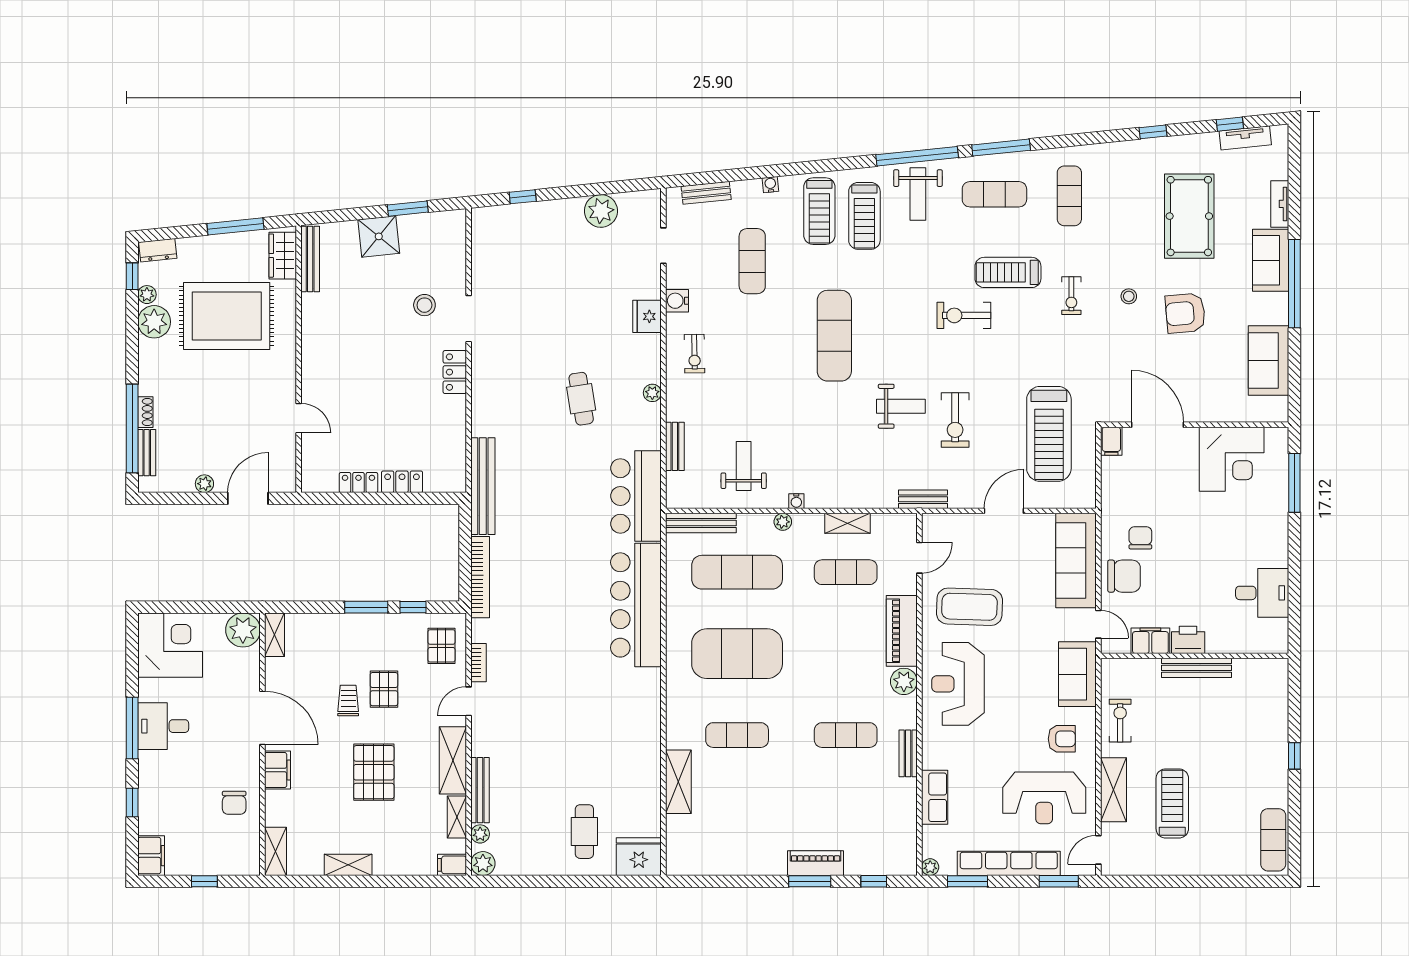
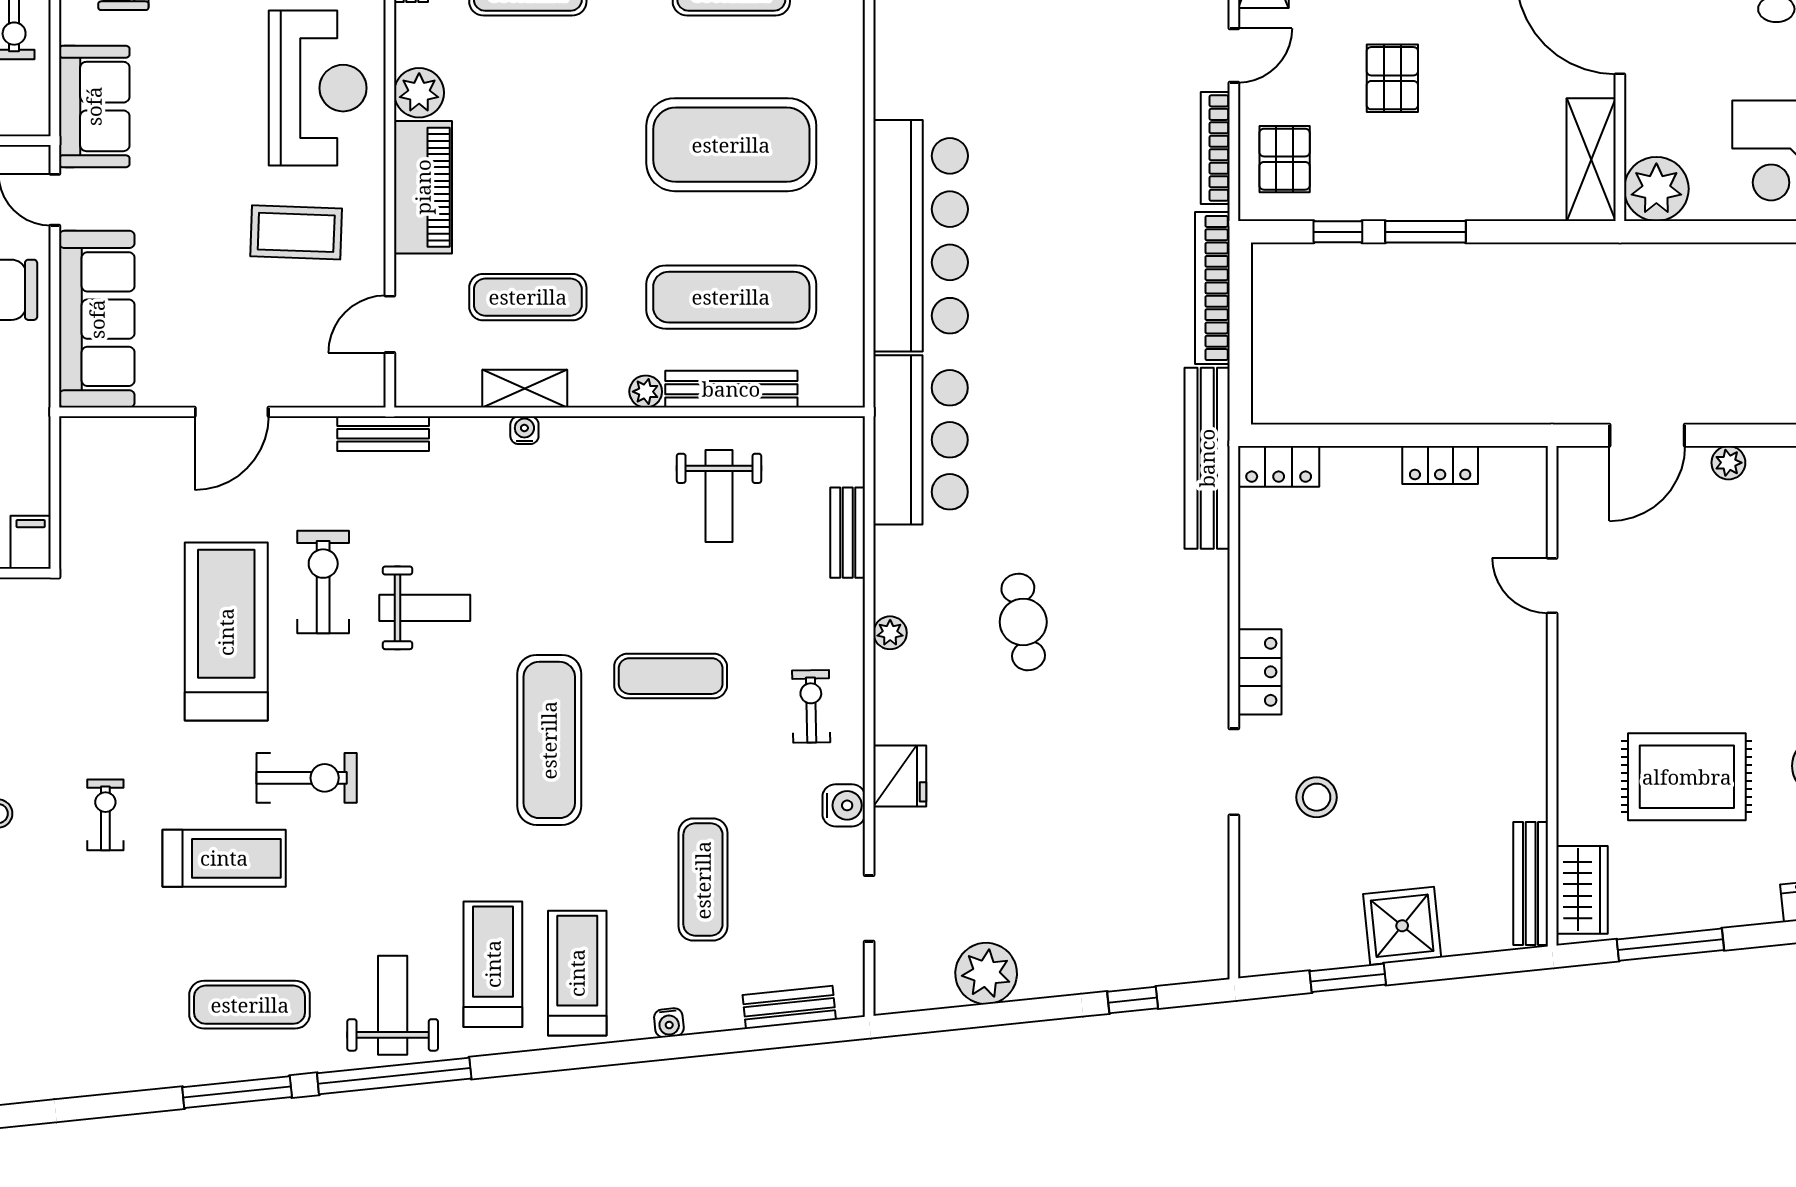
exercise mat: (1069, 196) -> (671, 676), moved, turned 90
rug: (227, 316) -> (1687, 777), width x0.73, depth x0.69
weight bench: (901, 406) -> (425, 608), turned 180
treadmill: (1049, 434) -> (226, 632), moved
locker: (402, 482) -> (1279, 466), moved
water cooler: (796, 501) -> (524, 430), moved
bench: (701, 523) -> (731, 389), moved
coffee table: (969, 607) -> (296, 232), width x0.73, depth x0.76
shelving: (275, 635) -> (1591, 160), width x1.50, depth x1.33
bookcase: (479, 663) -> (1215, 148), width x1.56
trolley: (348, 700) -> (1459, 57), removed

